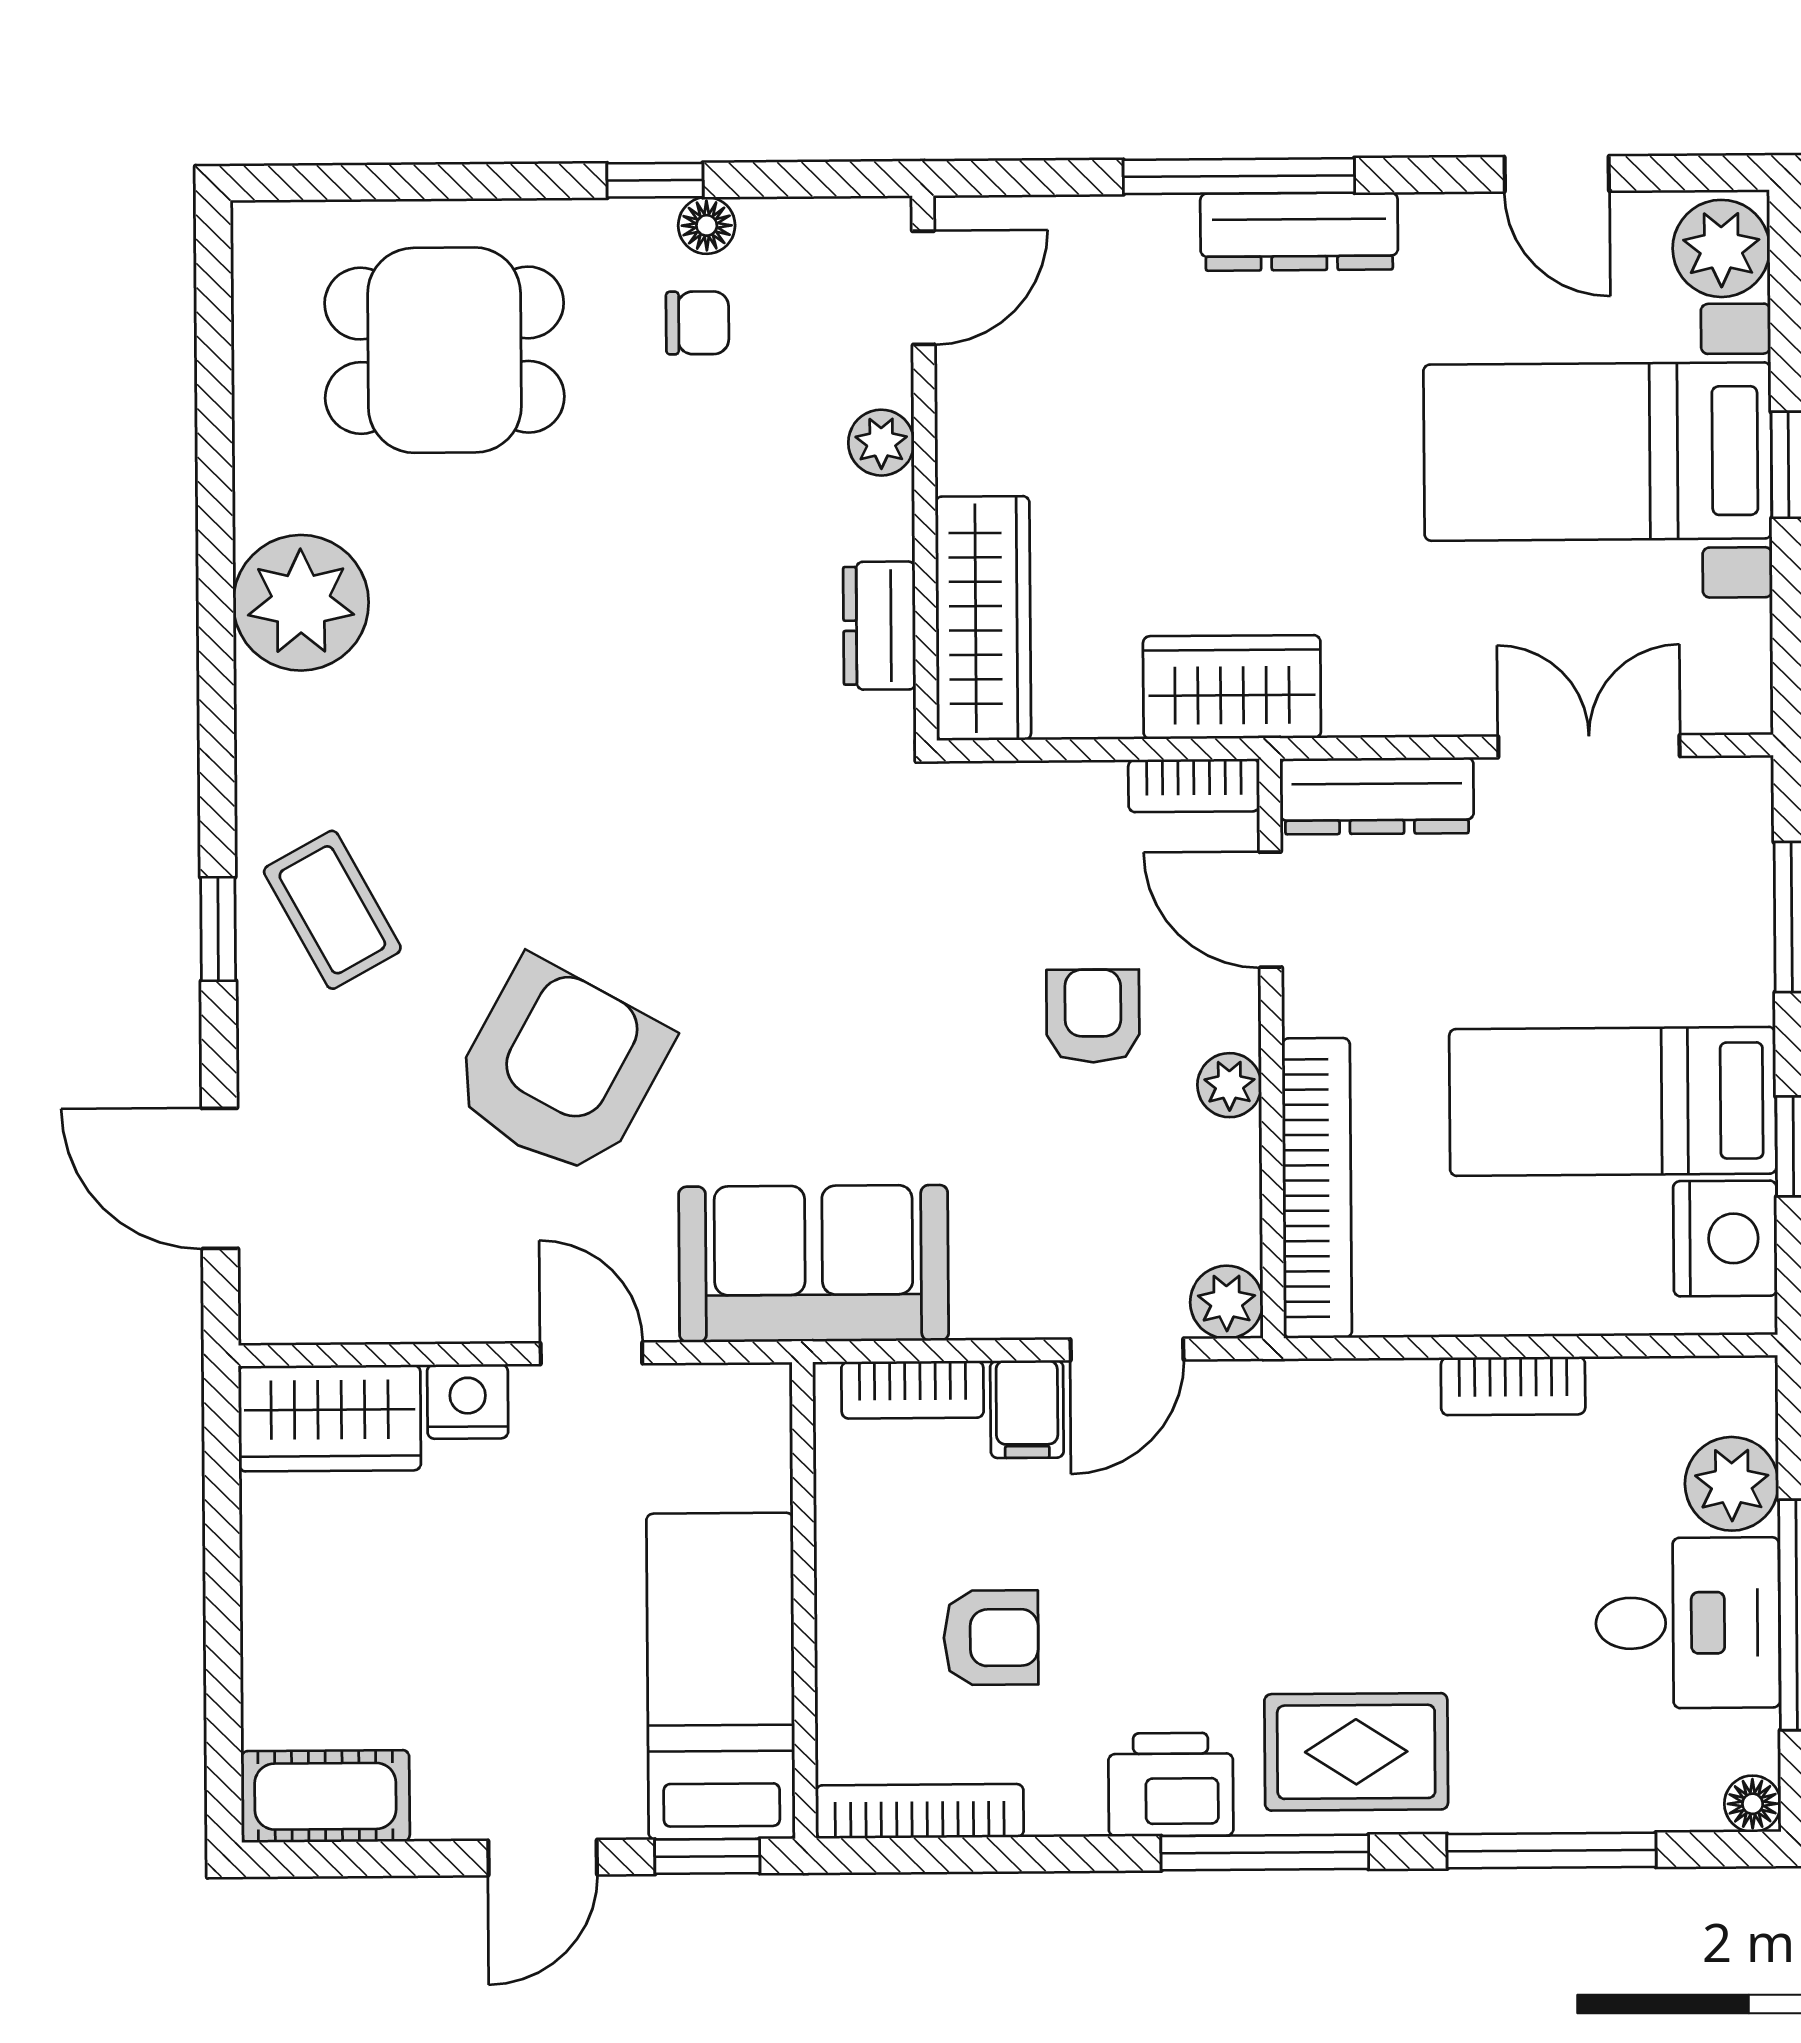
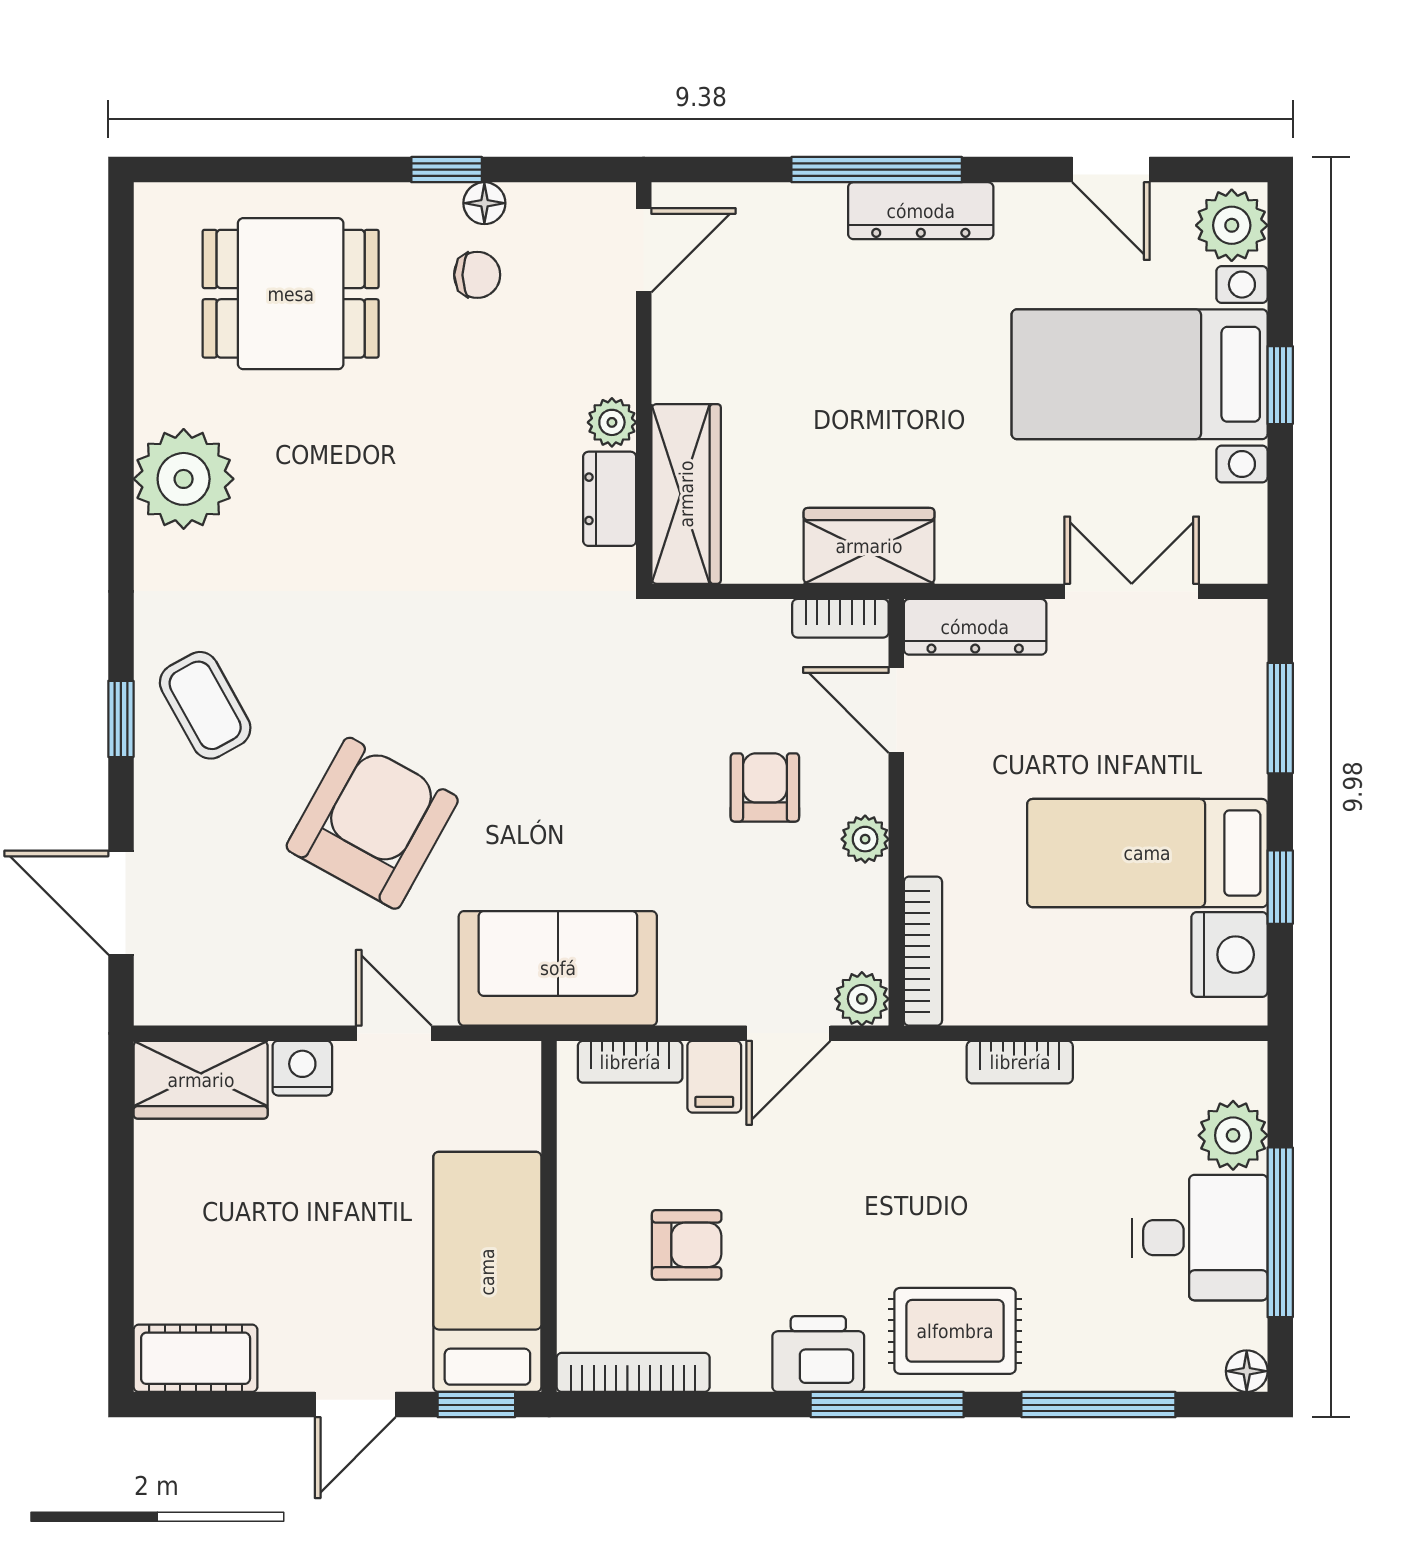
plant: (881, 443) -> (612, 422), moved
bookcase: (1317, 1188) -> (923, 951), width x0.68, depth x0.76
bookcase: (1513, 1386) -> (1020, 1062), moved

